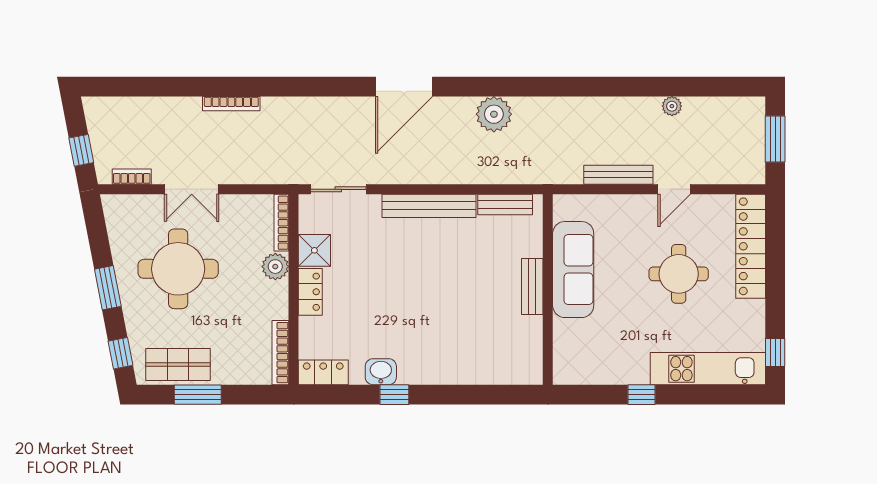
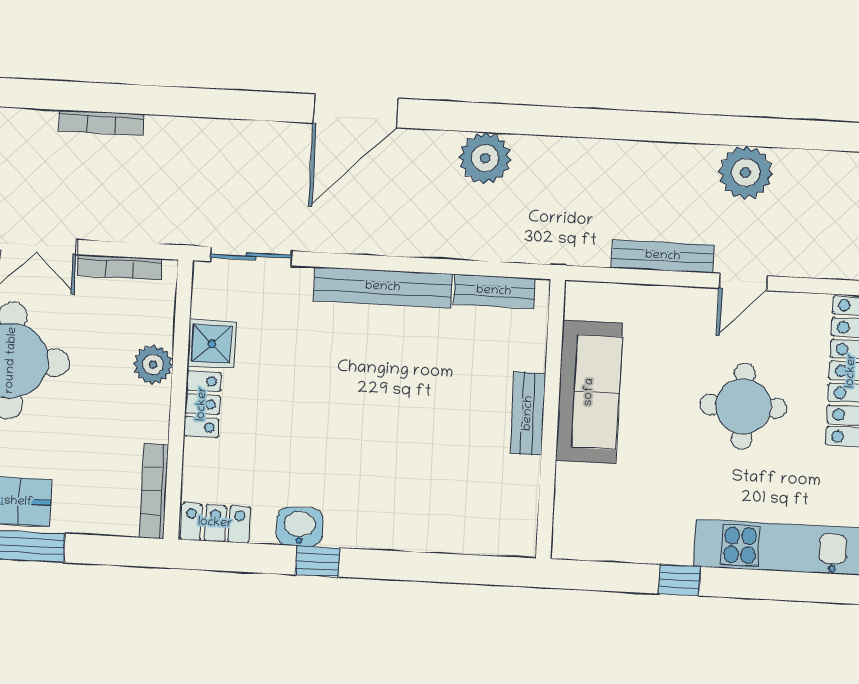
plant: (672, 106) -> (746, 173), width x1.88, depth x1.88
bookcase: (281, 223) -> (119, 267), moved, turned -90

